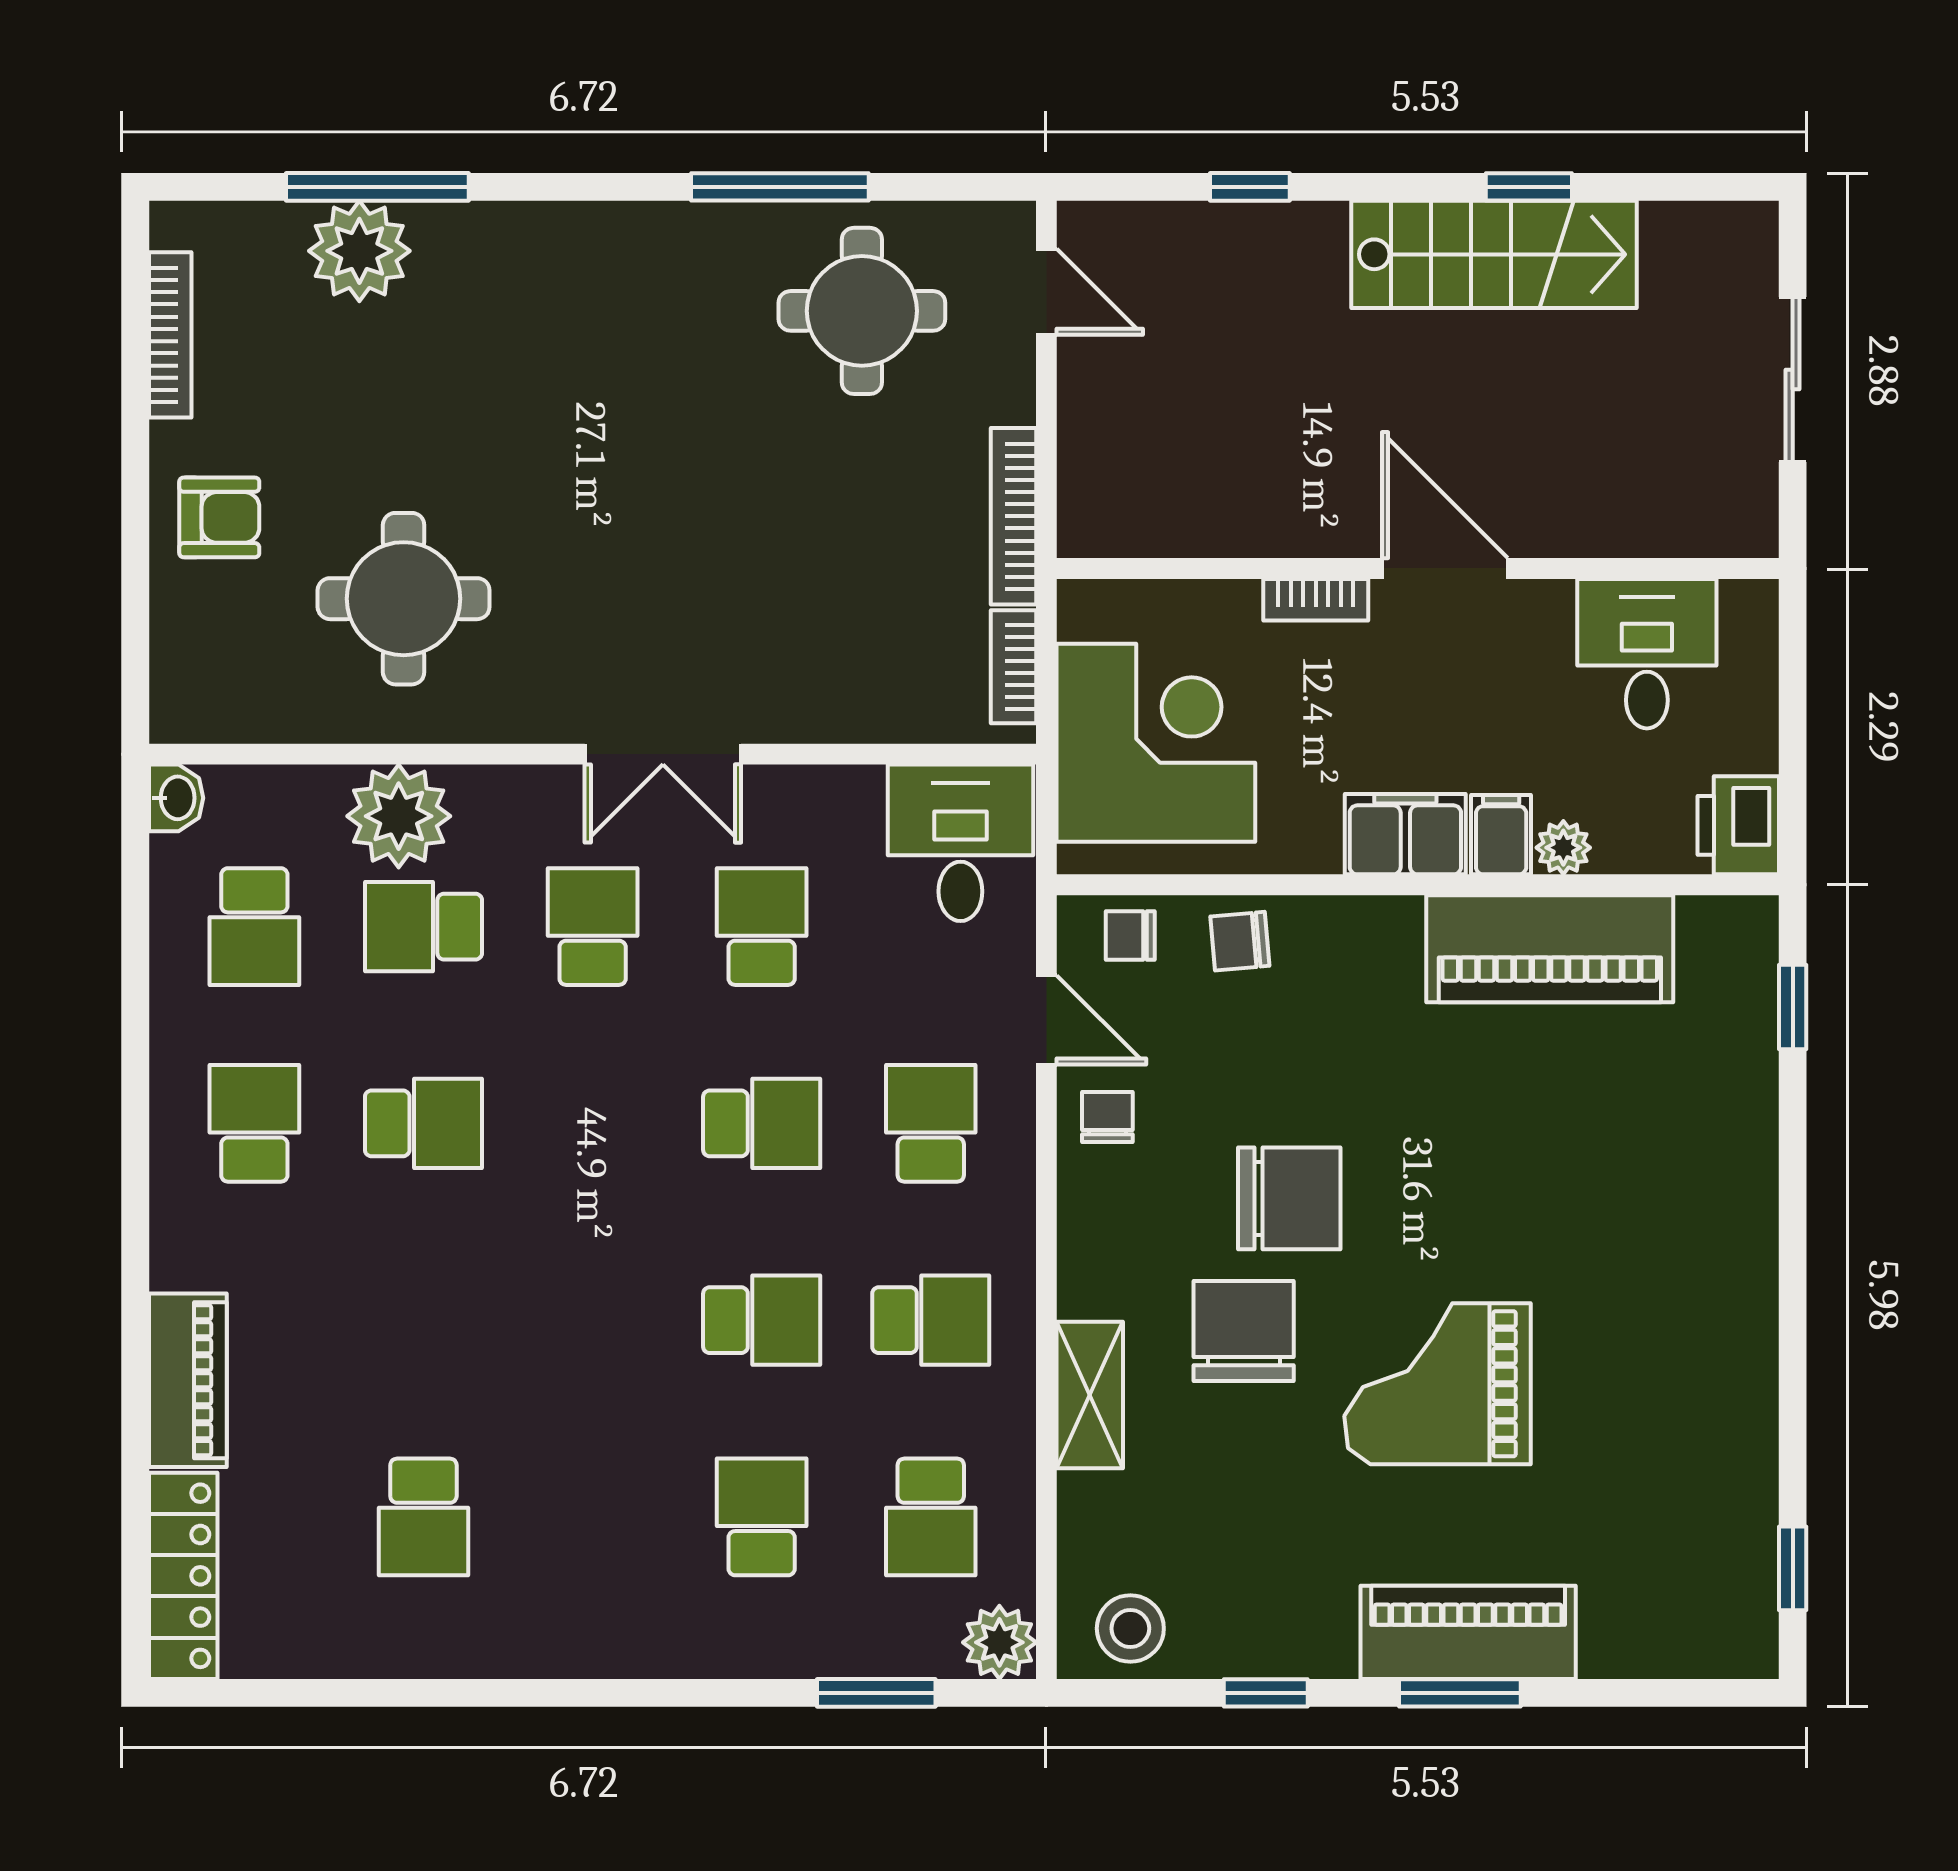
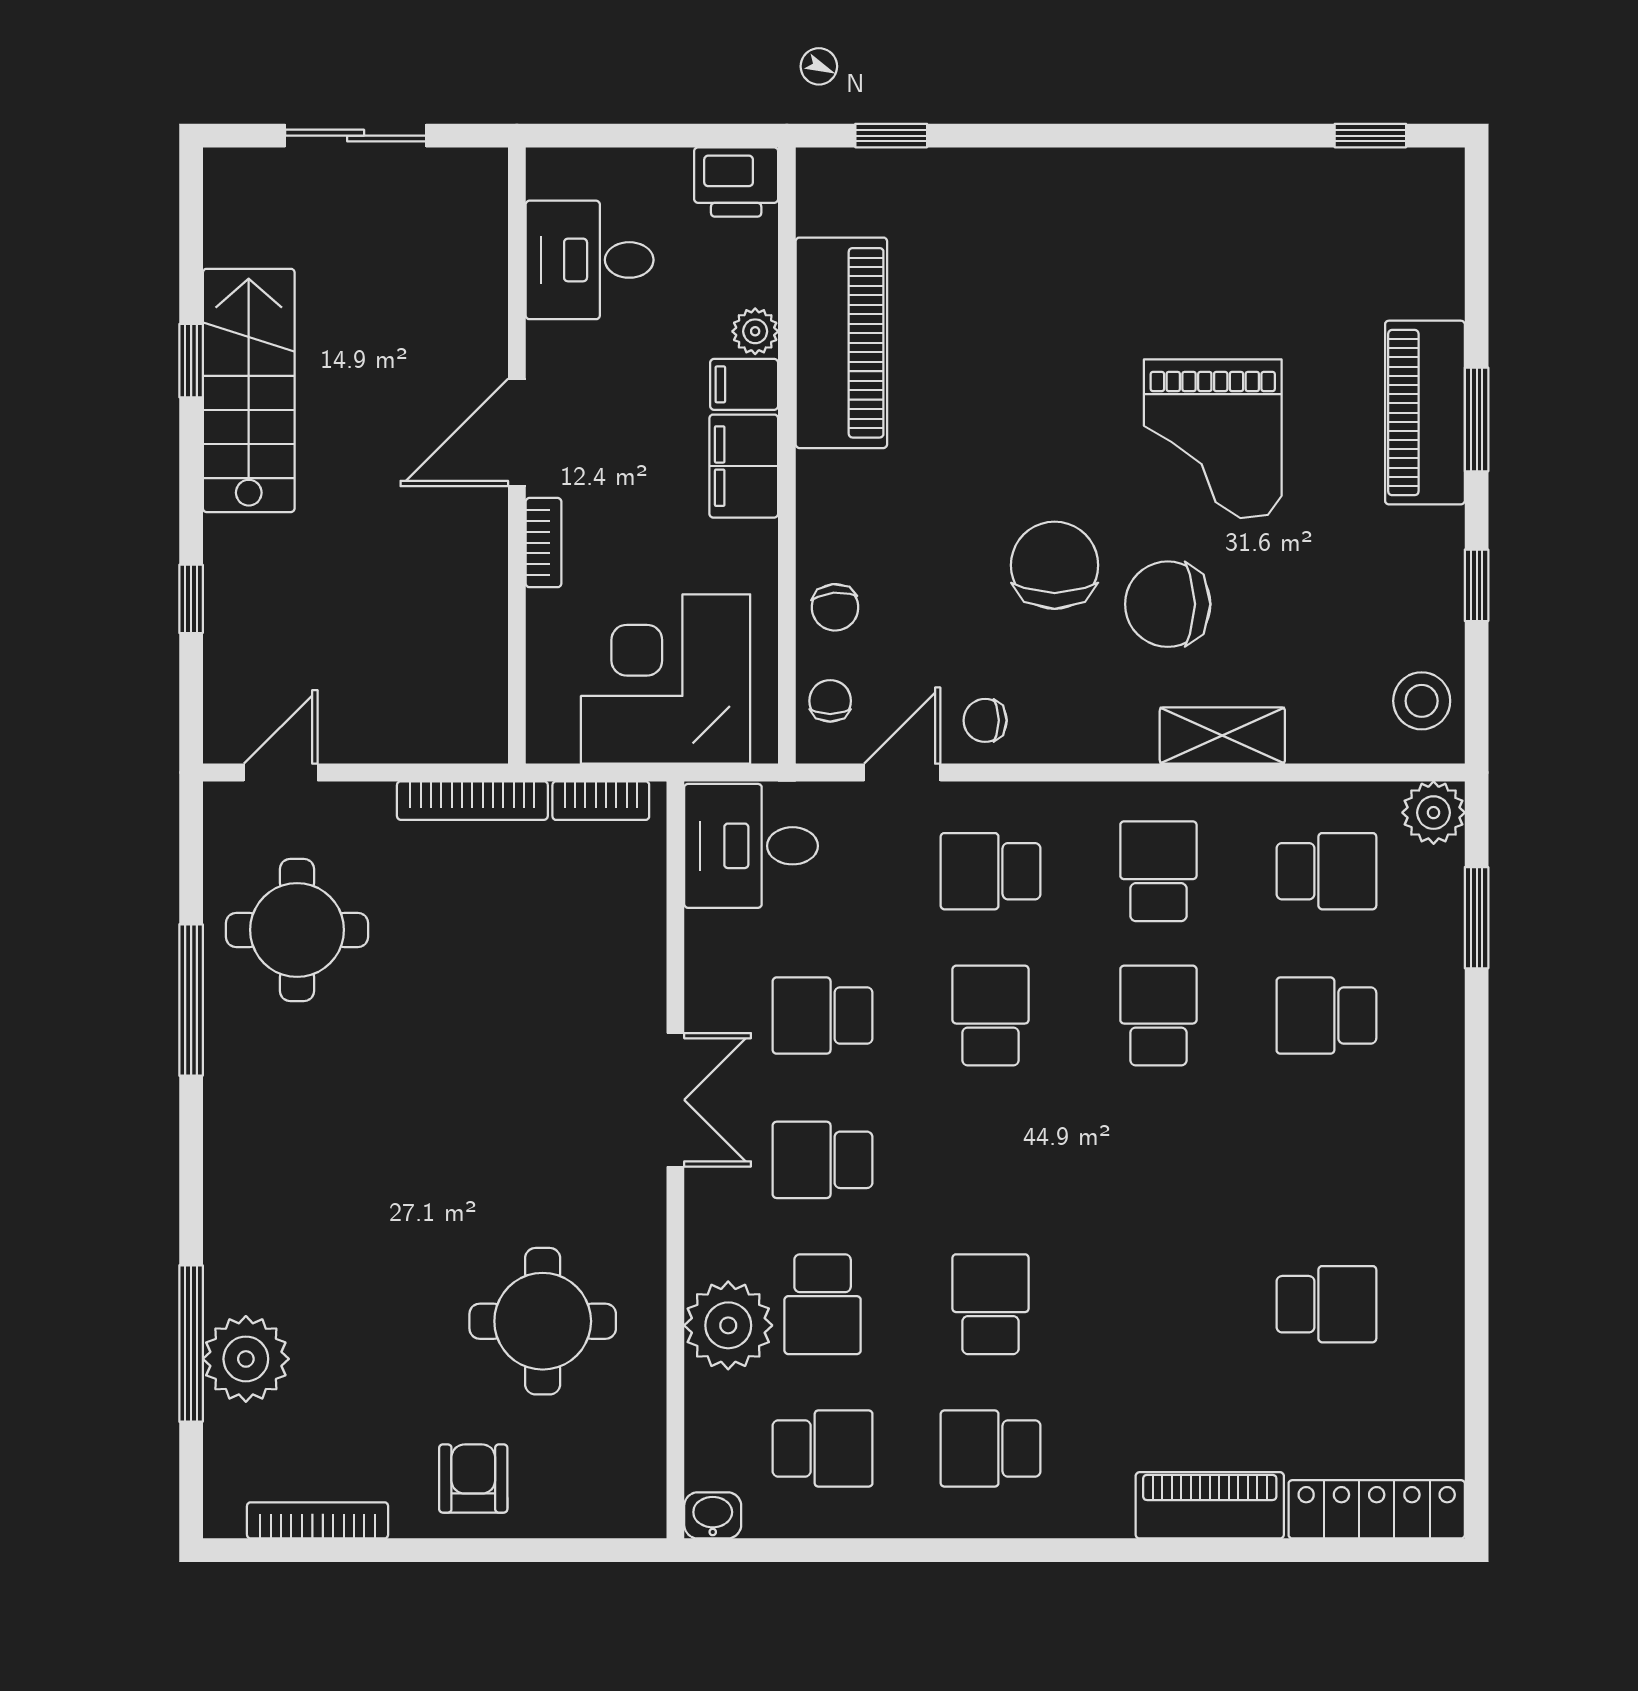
chair: (1130, 936) -> (830, 701), turned 180

